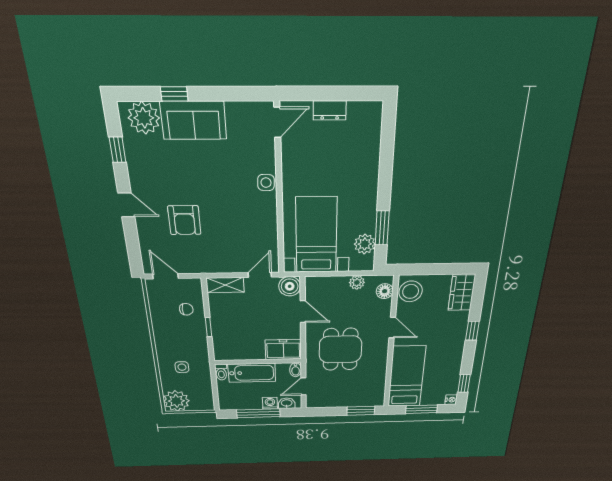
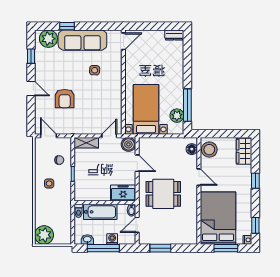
dresser: (330, 110) -> (174, 35), moved
sofa: (193, 120) -> (82, 40), width x1.36
side table: (266, 183) -> (95, 70), moved
window: (382, 228) -> (187, 105), width x1.44
plant: (357, 283) -> (173, 142), removed
dining table: (340, 349) -> (163, 194), turned 90
side table: (182, 367) -> (49, 183), moved
bed: (407, 377) -> (218, 218), width x1.50
washbasin: (287, 403) -> (87, 239), moved
window: (361, 411) -> (160, 248), moved

